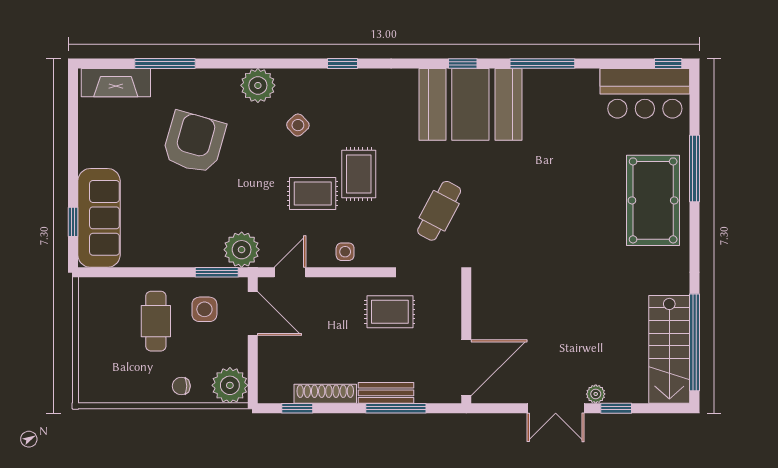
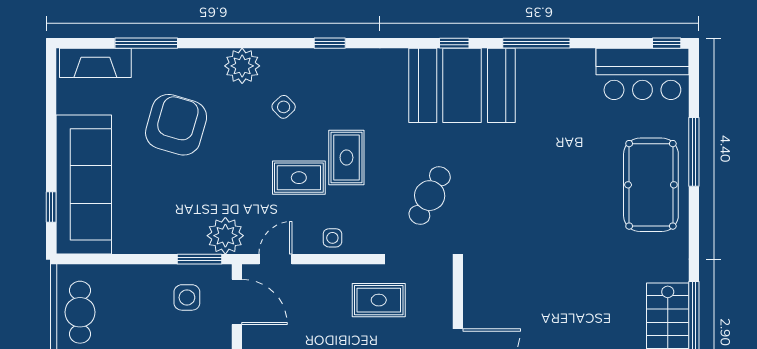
sofa: (99, 218) -> (84, 184), width x1.36, depth x1.27
cafe table: (156, 321) -> (80, 312), moved

